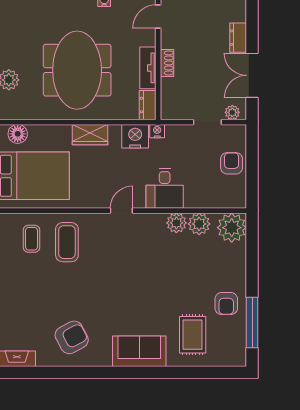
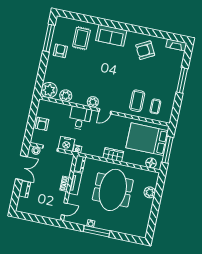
nightstand: (135, 136) -> (66, 144), moved
plant: (176, 223) -> (93, 102), moved

